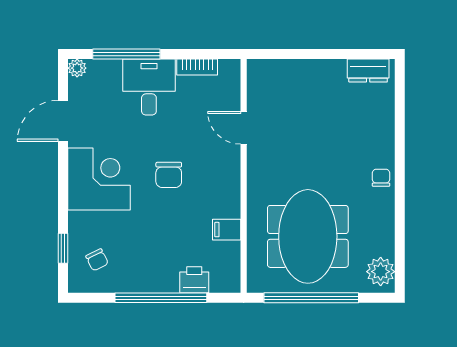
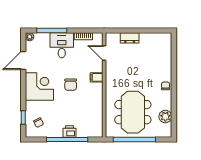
dresser: (368, 71) -> (130, 38), moved
door: (244, 128) -> (104, 53), moved
filing cabinet: (227, 230) -> (97, 77), moved
plant: (381, 272) -> (165, 117), moved
printer: (194, 280) -> (69, 132), moved

